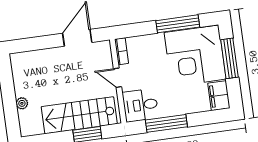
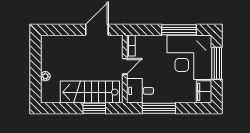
door: (118, 78) -> (125, 66), swing flipped

